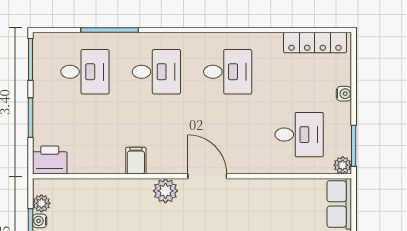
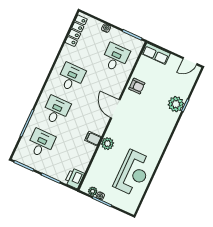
plant: (343, 165) -> (139, 44), removed
door: (207, 176) -> (115, 109), hinge flipped
plant: (165, 191) -> (108, 144), moved
armchair: (266, 196) -> (137, 86), added

